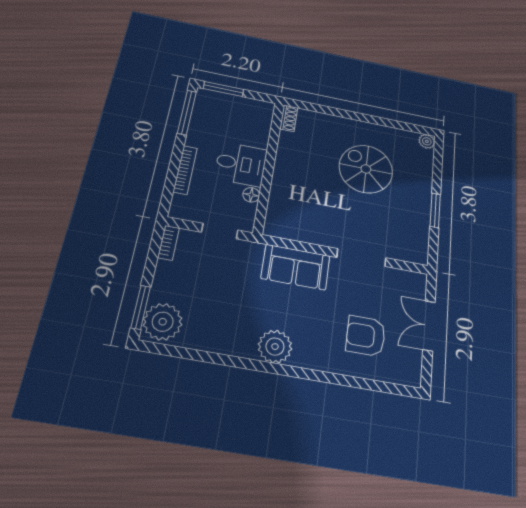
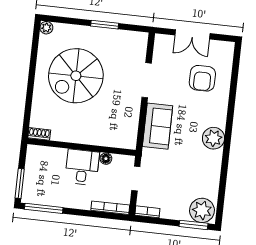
spiral stairs: (366, 169) -> (76, 76), width x1.37, depth x1.37
bookcase: (185, 170) -> (110, 208), moved

